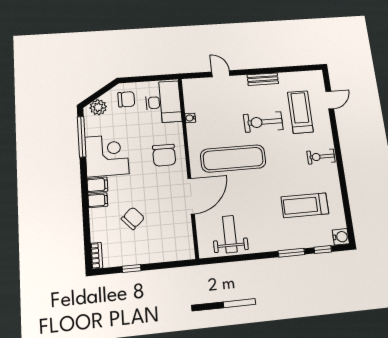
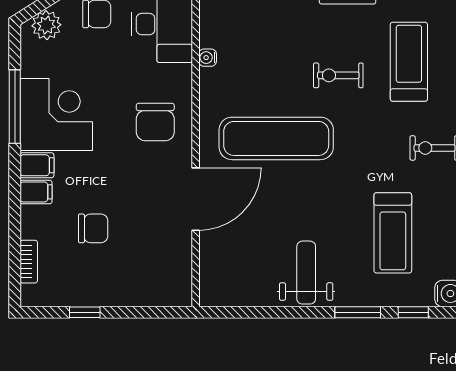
exercise bike: (263, 122) -> (338, 75), width x0.73, depth x0.72
window: (82, 137) -> (15, 107), moved
treadmill: (305, 205) -> (393, 233), turned -90
chair: (133, 218) -> (93, 228), turned 42
weight bench: (230, 234) -> (306, 273), moved
bookcase: (97, 256) -> (29, 262), moved

